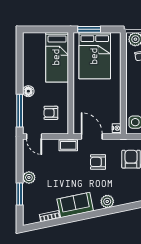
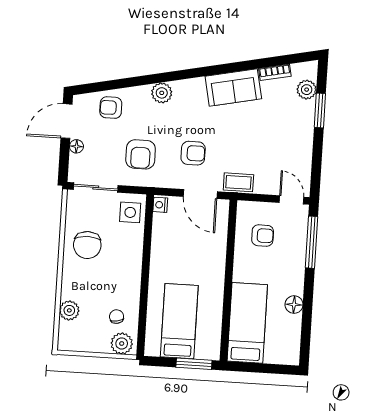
bed: (95, 56) -> (179, 321), width x0.67
floor lamp: (28, 91) -> (294, 305), moved
plant: (29, 177) -> (307, 90), moved
plant: (107, 201) -> (162, 93), moved

